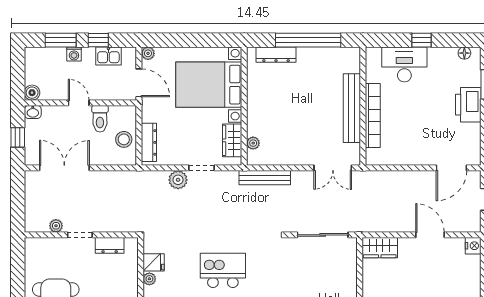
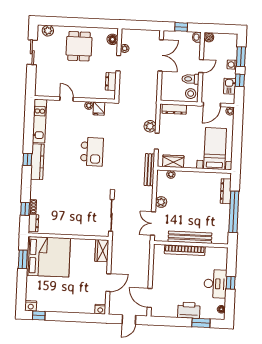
desk: (404, 64) -> (215, 284), moved
bed with nightstands: (209, 85) -> (215, 149), width x0.73
stool: (124, 139) -> (191, 94), moved
plant: (298, 157) -> (161, 202), added
bench: (265, 178) -> (149, 170), moved
floor lamp: (42, 246) -> (112, 39), added

